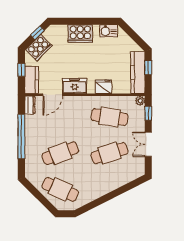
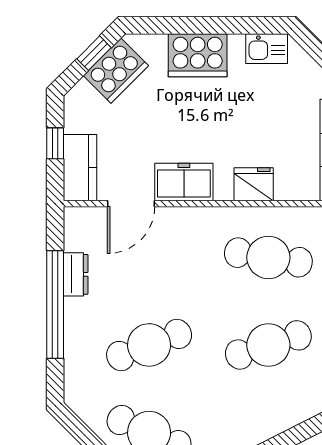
cooker: (39, 48) -> (116, 71), moved
dresser: (30, 105) -> (76, 274), moved

